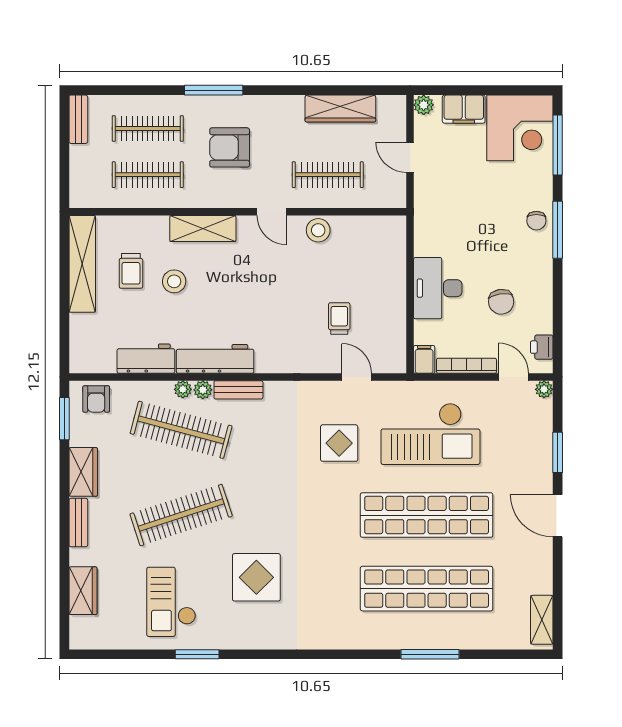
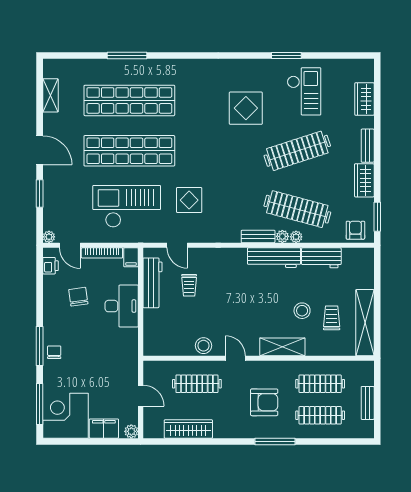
bench: (78, 119) -> (368, 403), moved
workbench: (393, 322) -> (152, 283), added
shelving: (542, 620) -> (50, 95), moved

